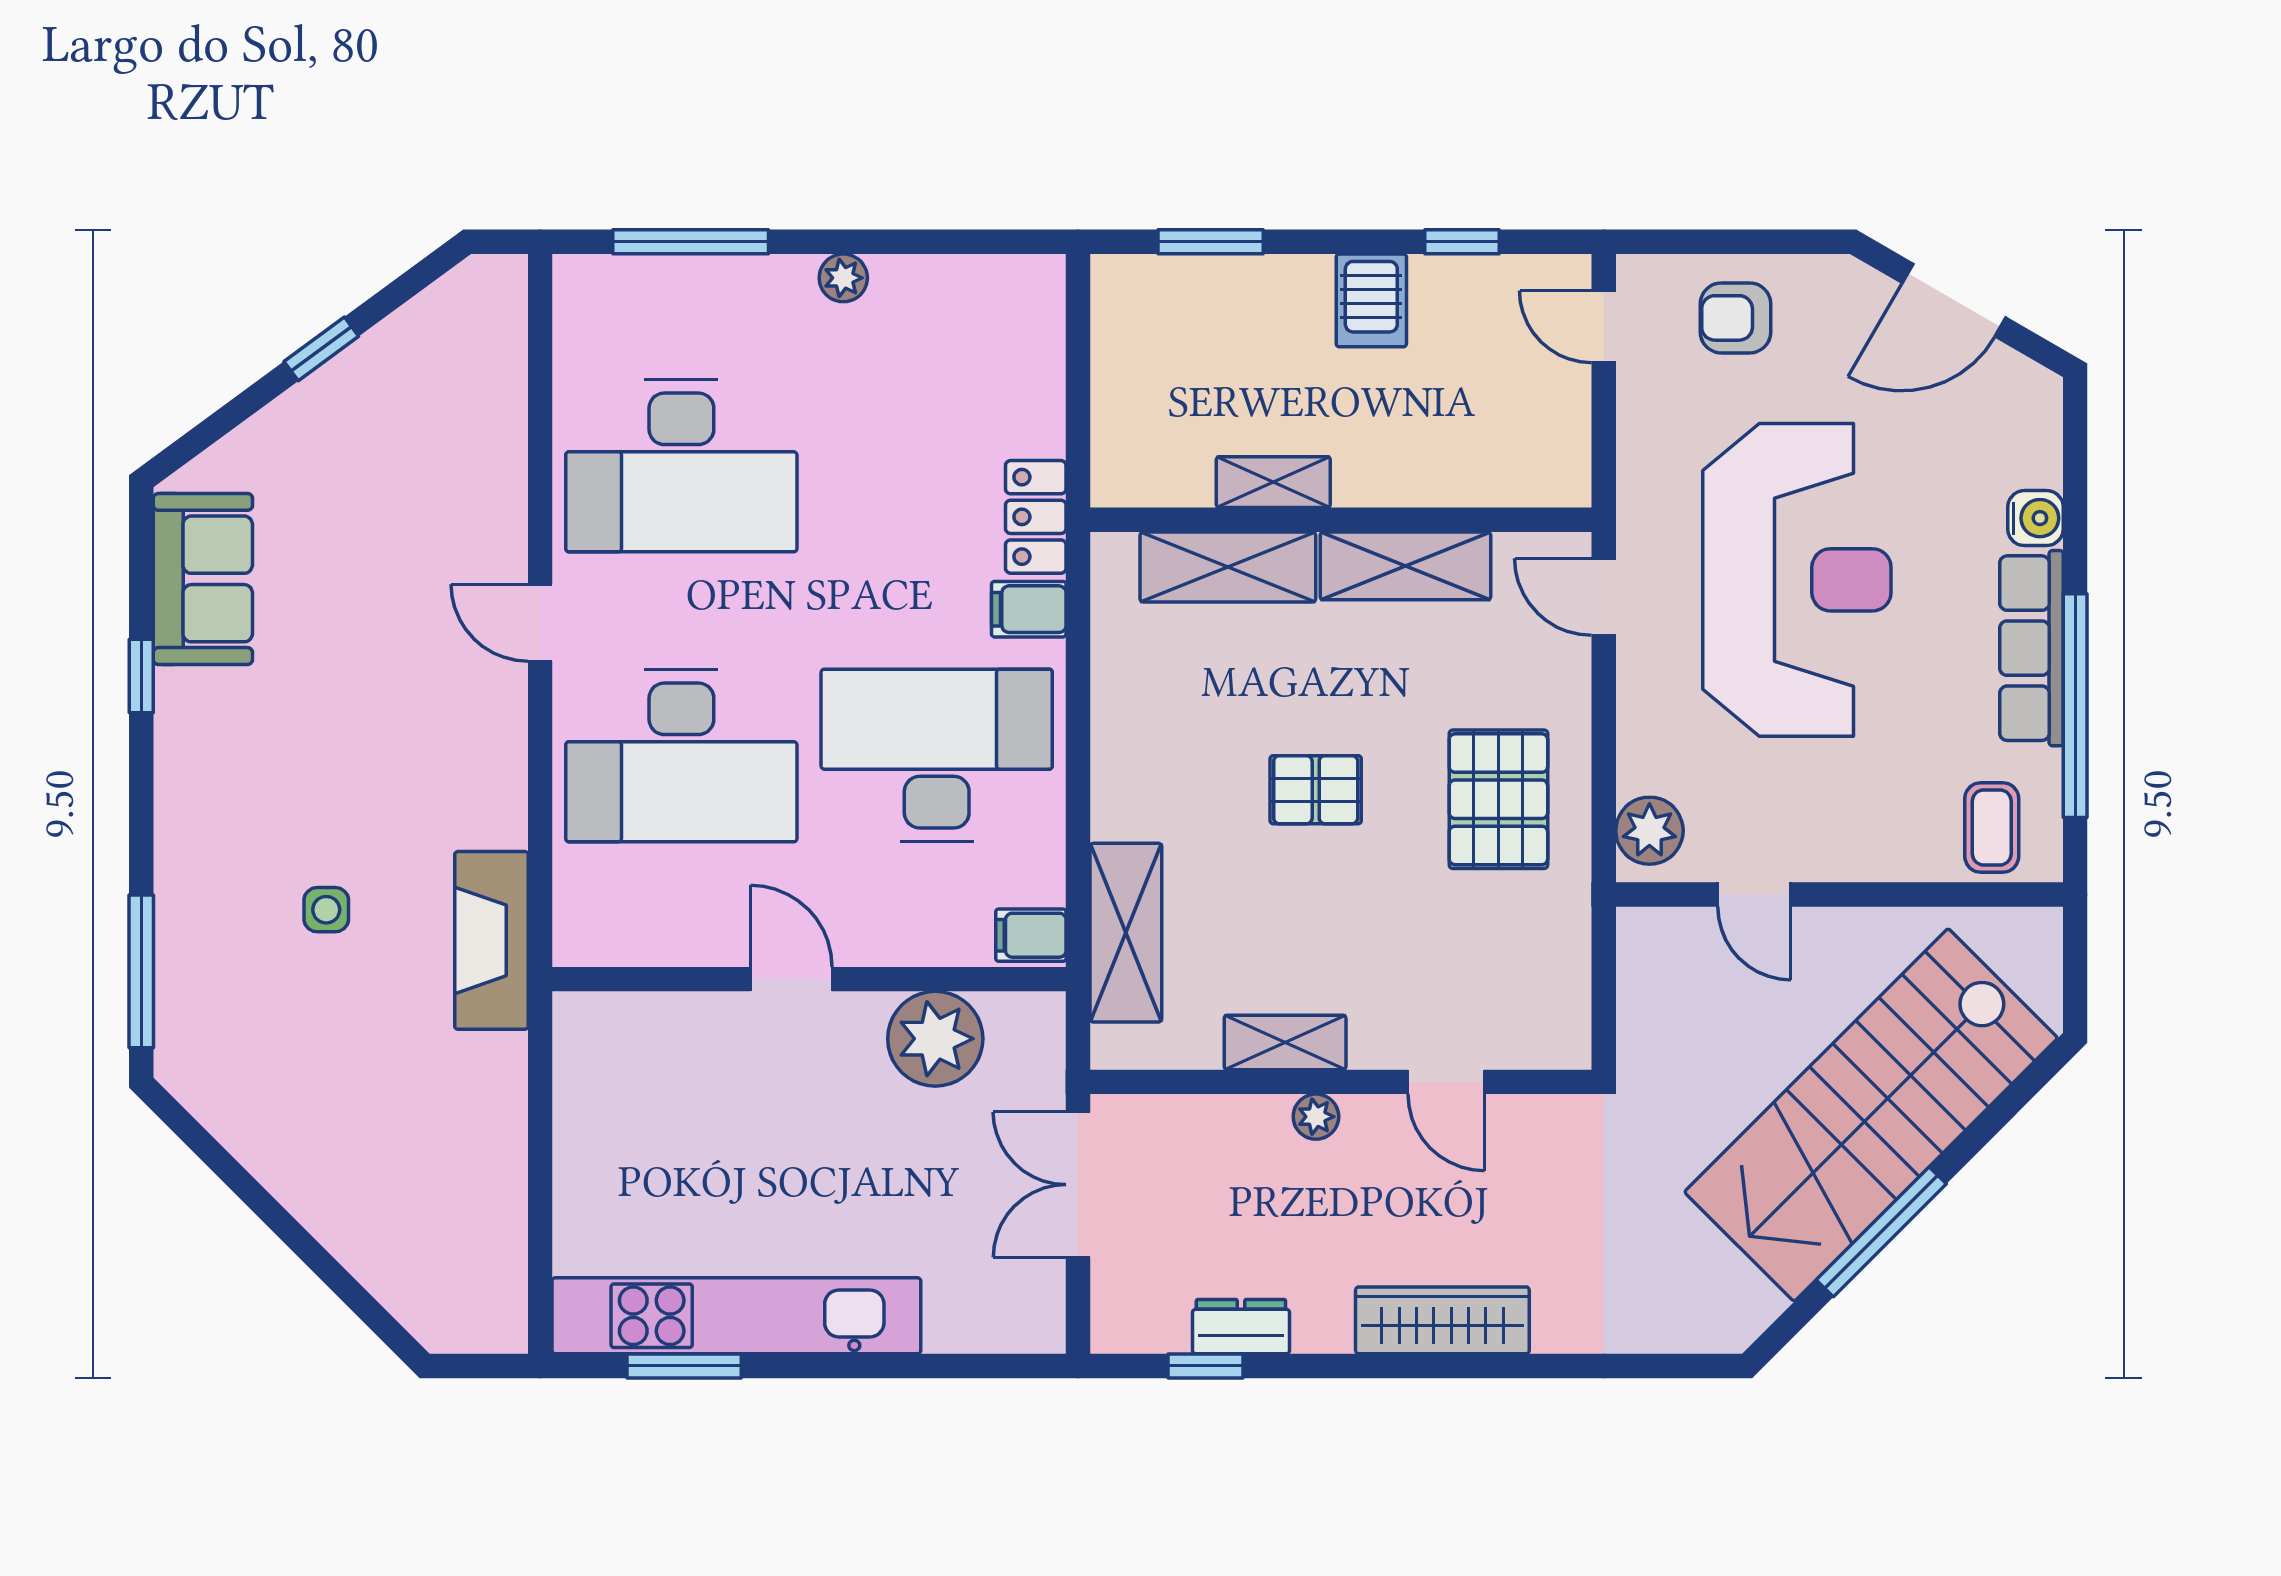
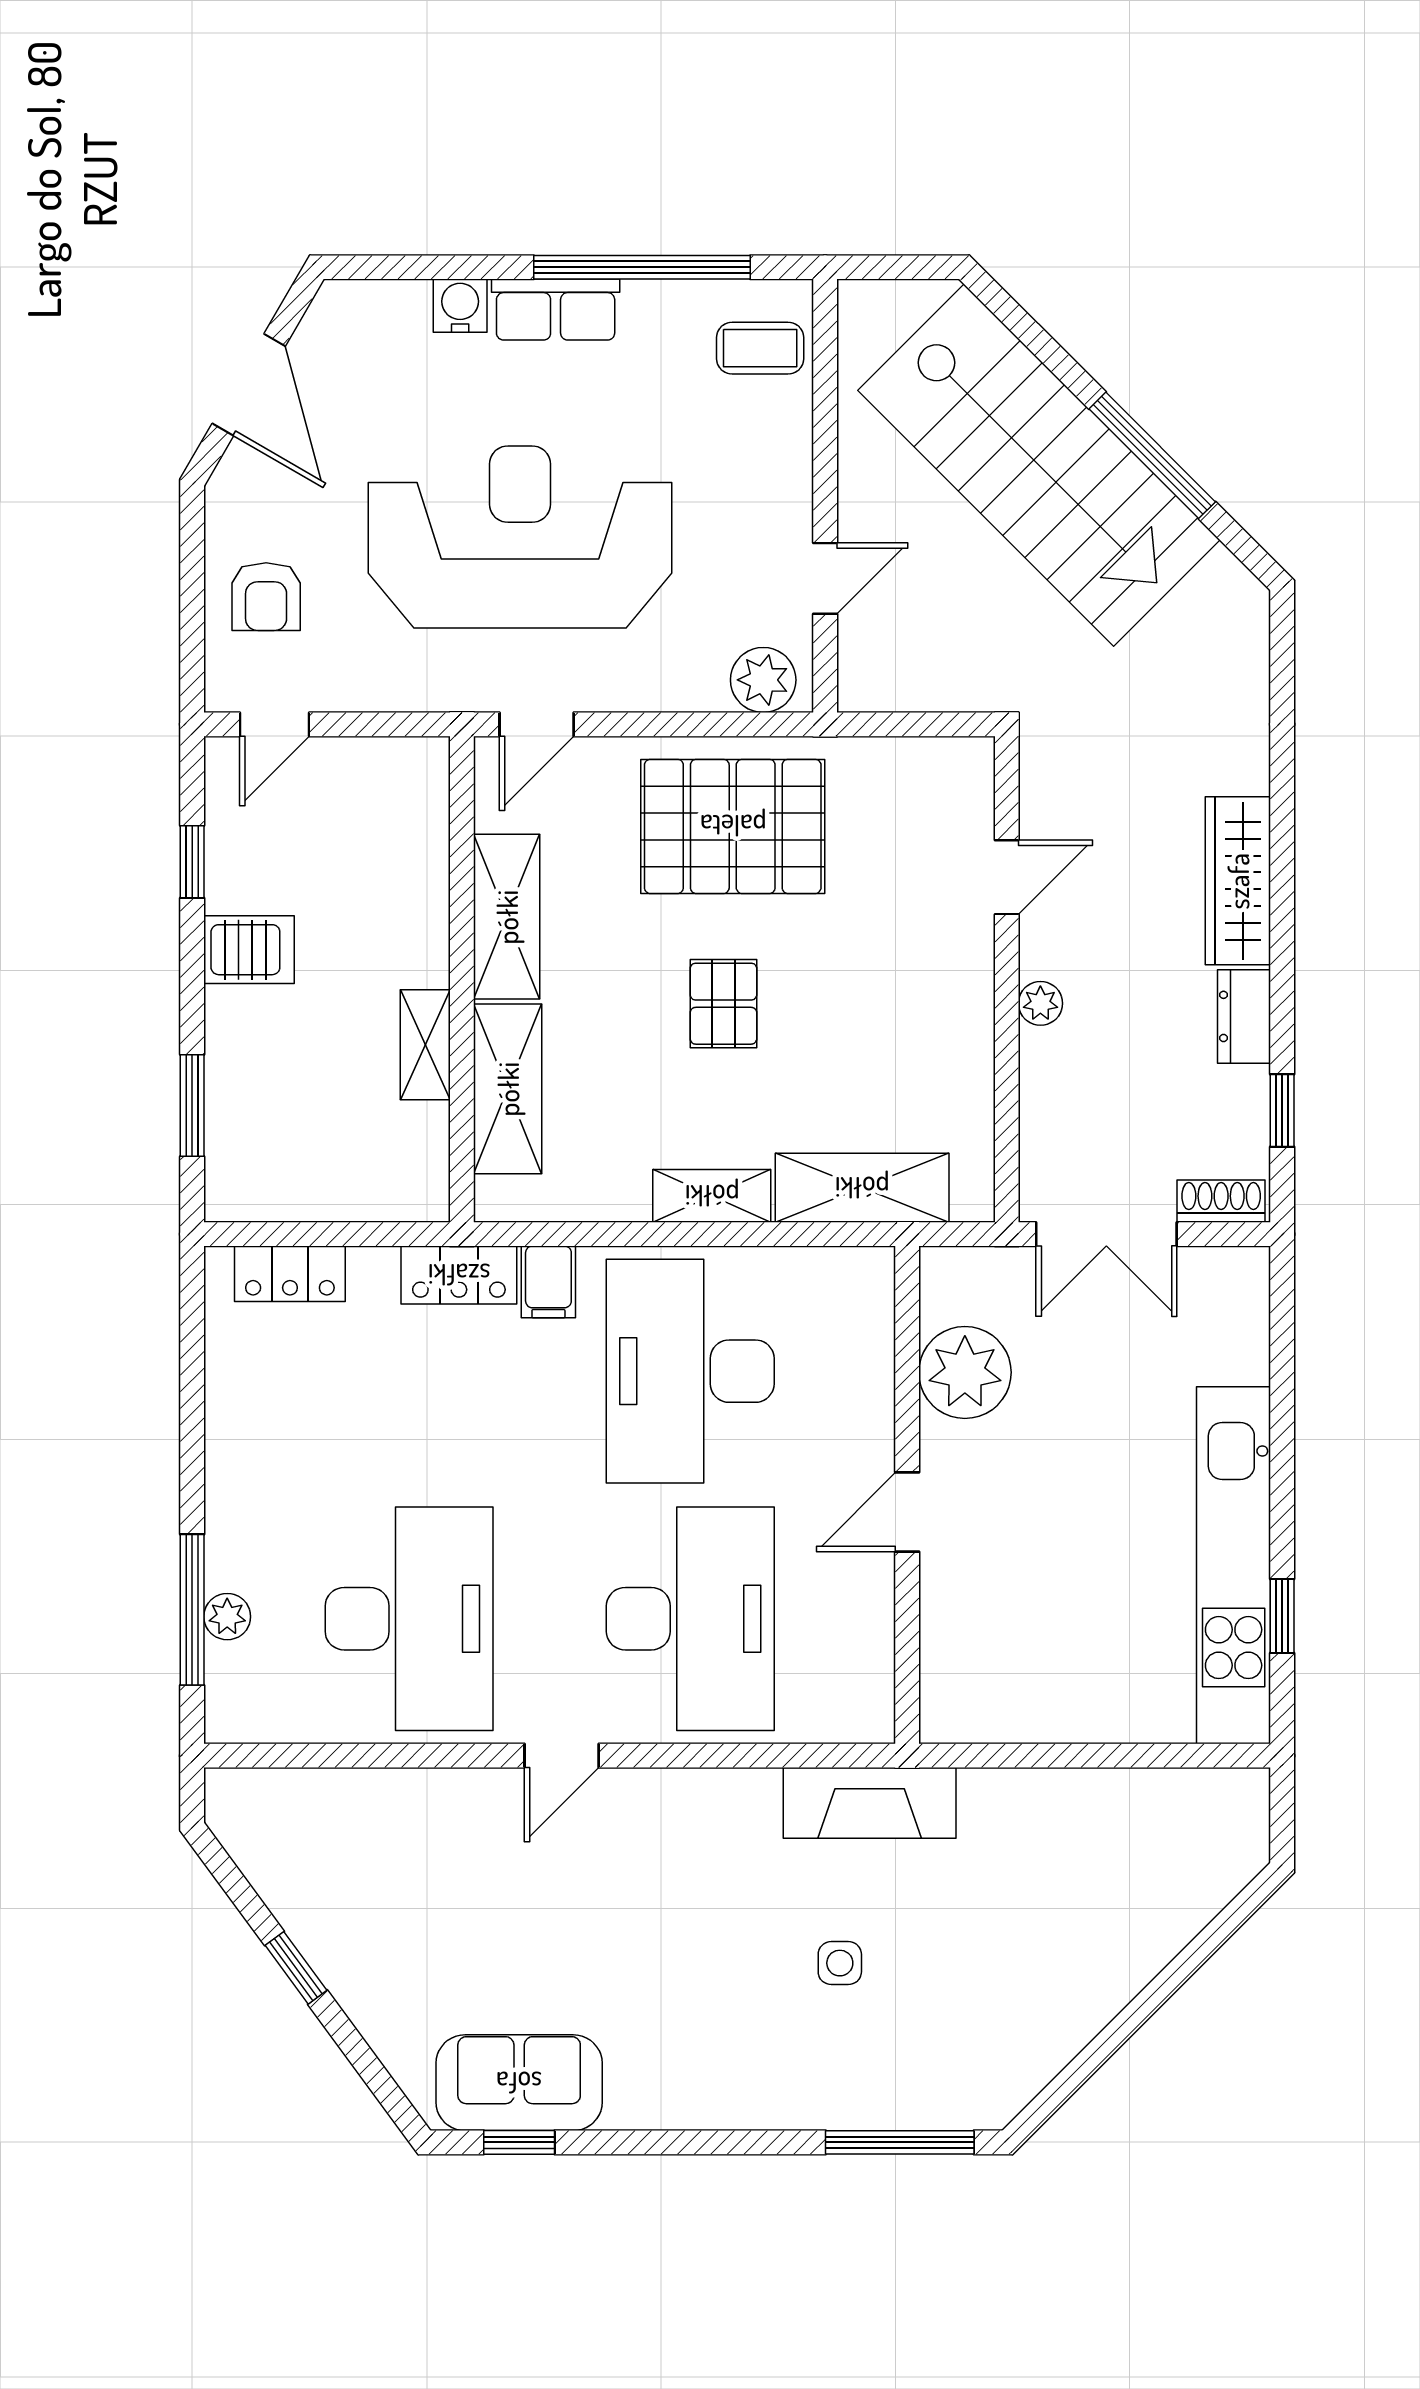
plant: (843, 278) -> (227, 1617), moved
locker: (1037, 343) -> (290, 1274), added
row of seats: (2031, 648) -> (556, 310), width x0.68
window: (141, 676) -> (519, 2142), moved
pallet: (1498, 799) -> (733, 826), width x1.37, depth x1.41
filing cabinet: (1031, 935) -> (865, 1280), removed
shelving: (1285, 1042) -> (712, 1196), moved, turned 90
shoe rack: (1112, 1303) -> (1221, 1201), added
dresser: (1241, 1327) -> (1244, 1016), moved
window: (684, 1366) -> (1282, 1616), width x0.67

